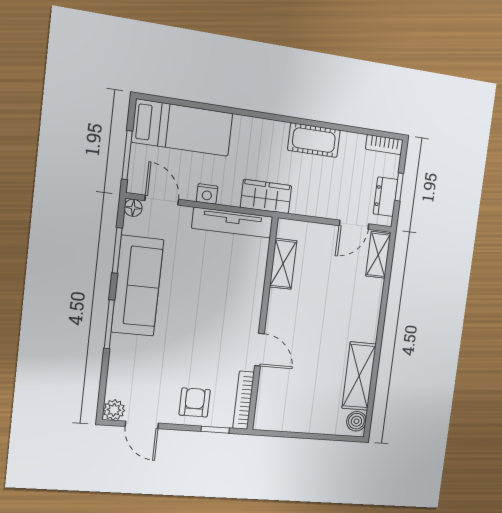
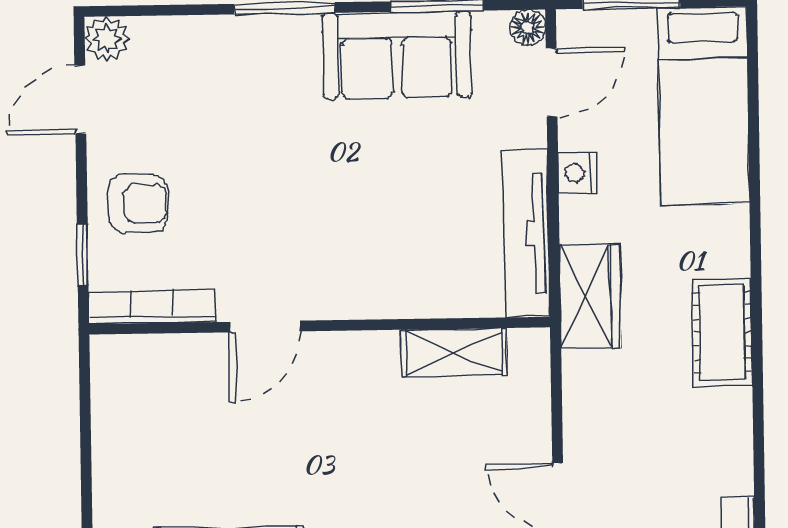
cot: (314, 140) -> (722, 332), moved
sofa: (137, 286) -> (397, 55), width x0.73

